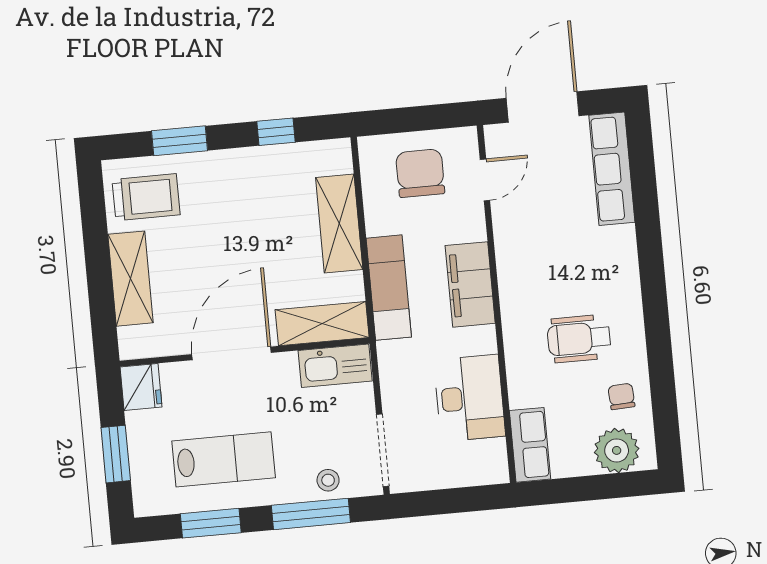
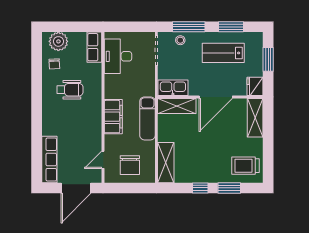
window: (276, 132) -> (200, 188), moved
shelving: (339, 223) -> (166, 163), moved
shelving: (130, 279) -> (255, 118), moved
desk: (469, 398) -> (118, 56), moved

